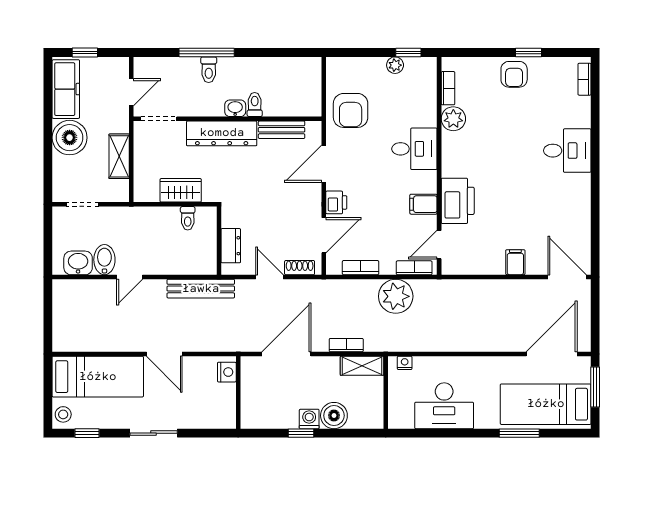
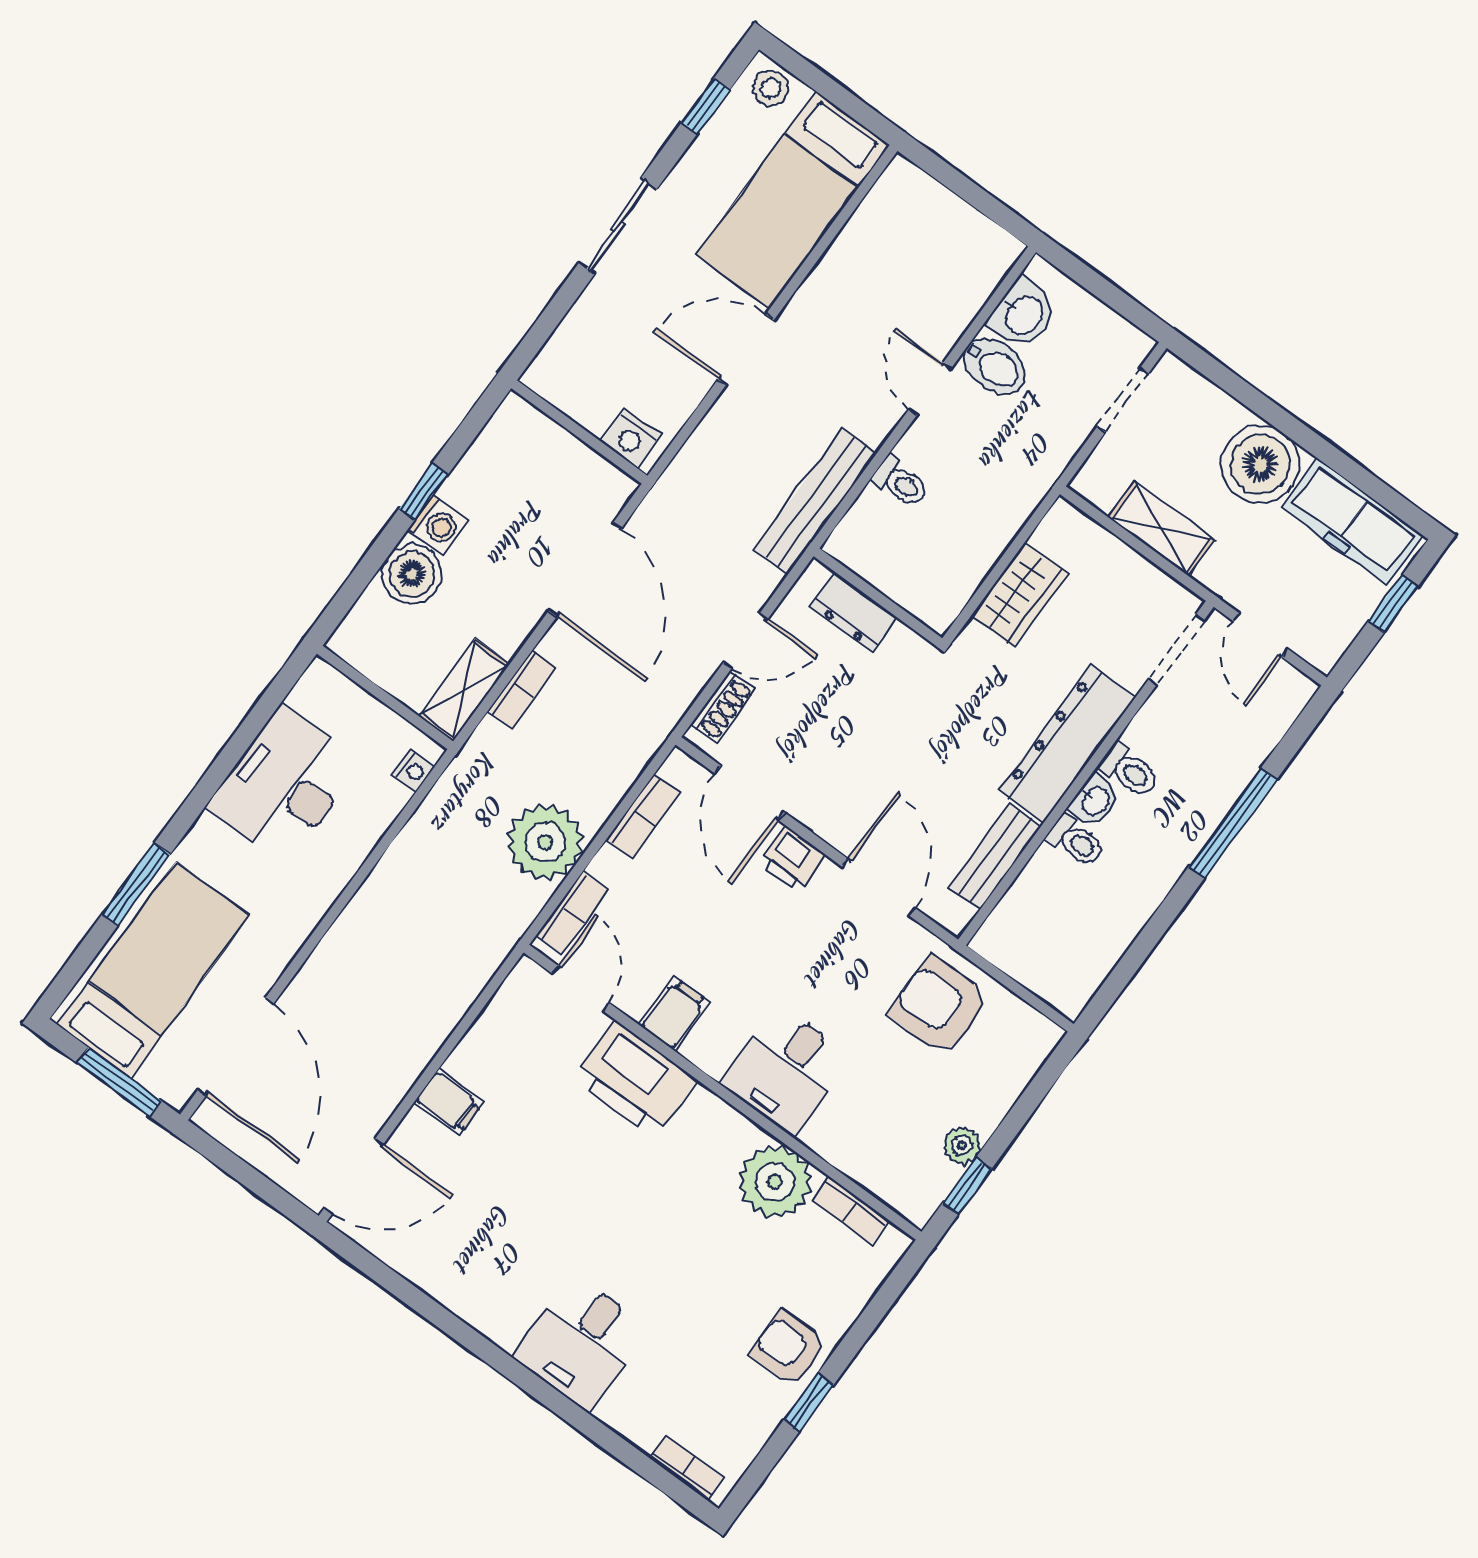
toilet: (209, 70) -> (1129, 771), moved, turned 180
plant: (453, 119) -> (775, 1182), width x1.36, depth x1.36
toilet: (188, 218) -> (900, 482), moved, turned 180

